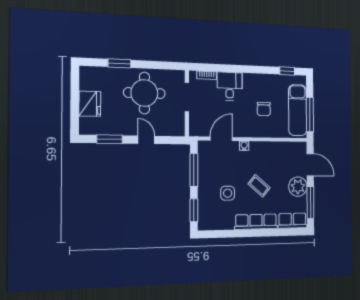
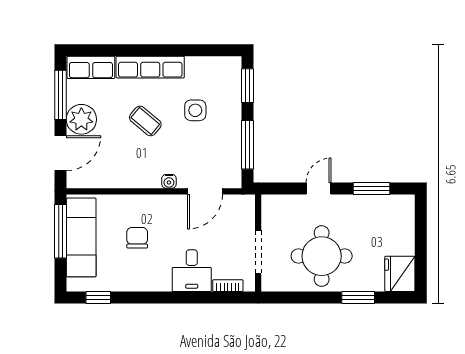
fridge: (90, 104) -> (400, 274), moved
door: (146, 140) -> (319, 188), swing flipped
door: (310, 165) -> (61, 153), swing flipped

